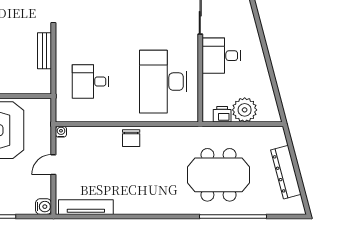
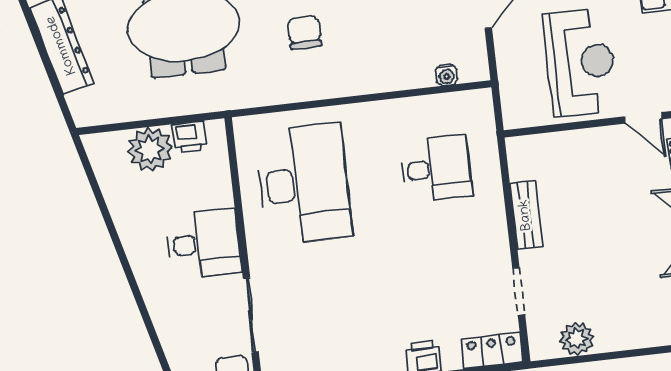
water cooler: (61, 132) -> (447, 75), moved
chair: (131, 138) -> (304, 33), moved

